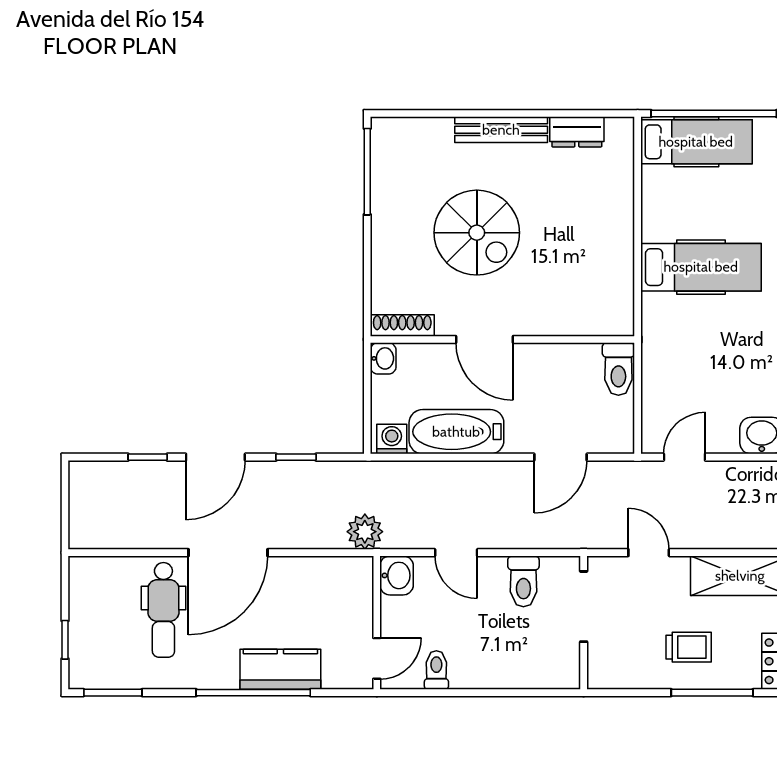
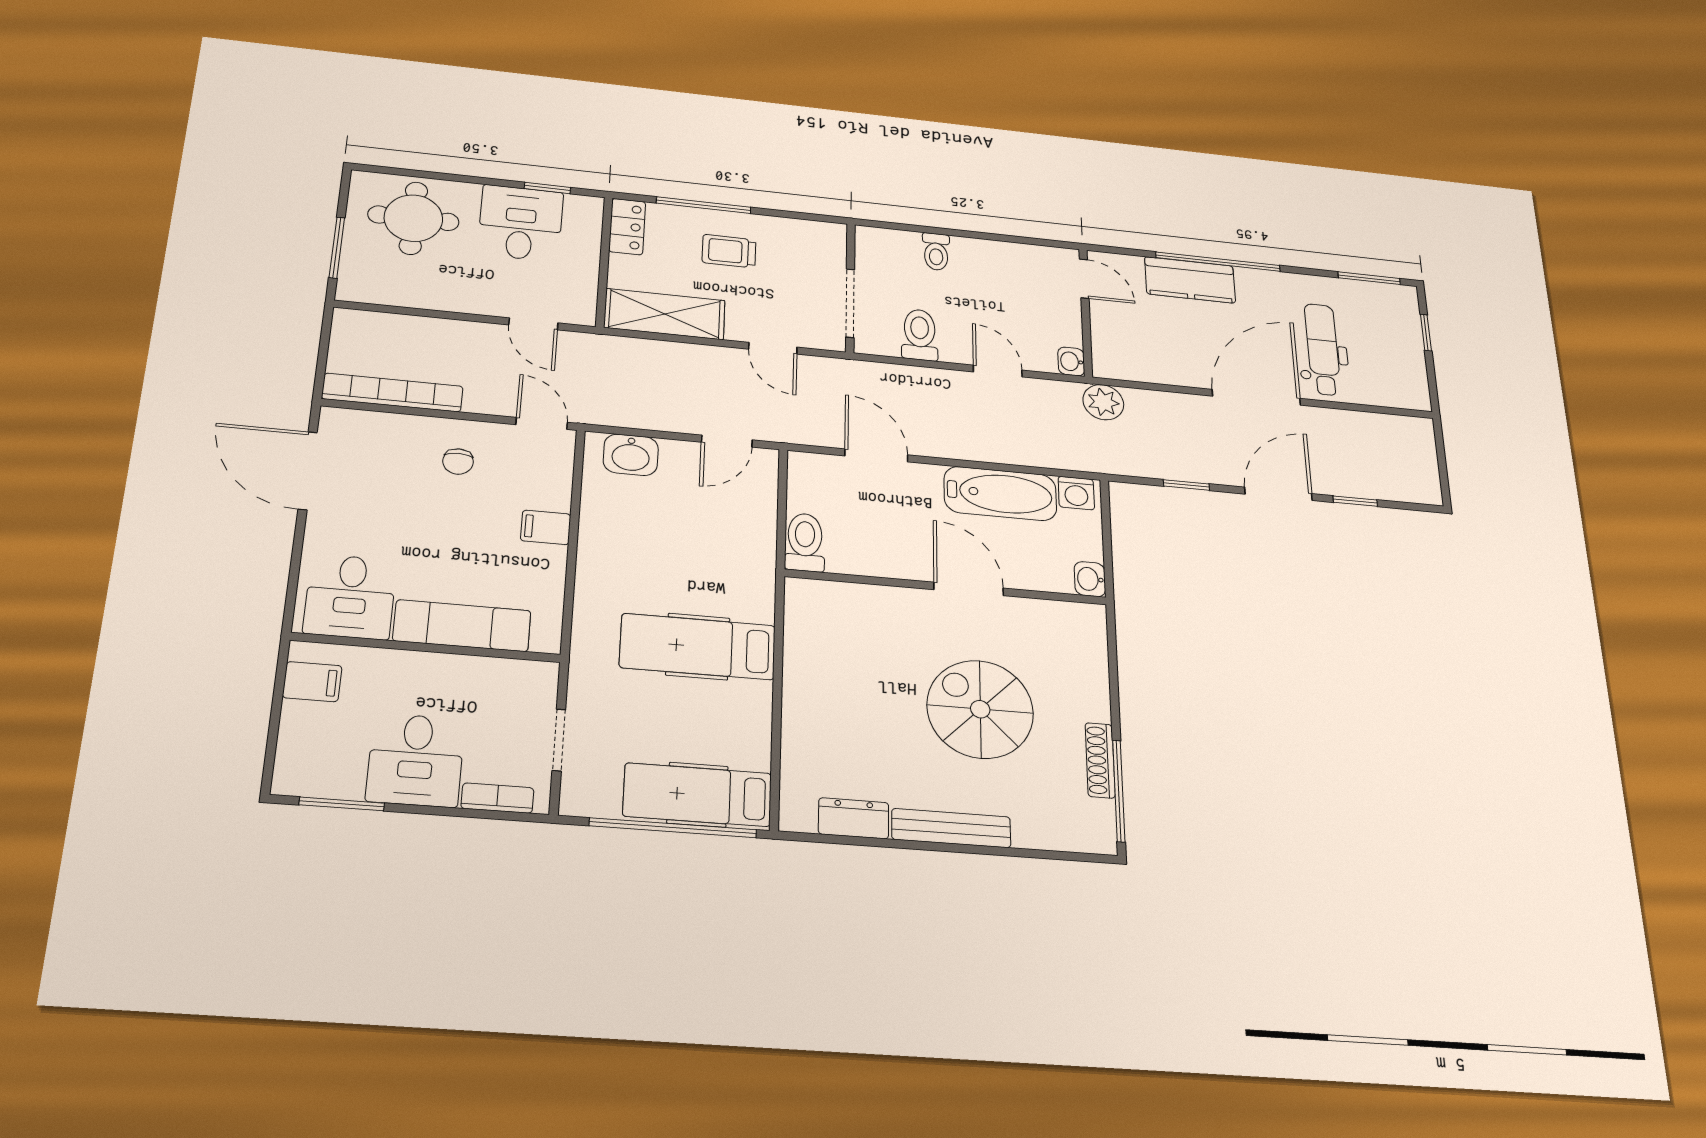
shoe rack: (402, 325) -> (1100, 760), moved, turned 90
door: (560, 457) -> (876, 455), hinge flipped
washbasin: (397, 575) -> (1071, 361), width x0.72, depth x0.69
door: (377, 658) -> (1084, 279), swing flipped
toilet: (436, 670) -> (936, 252), moved

